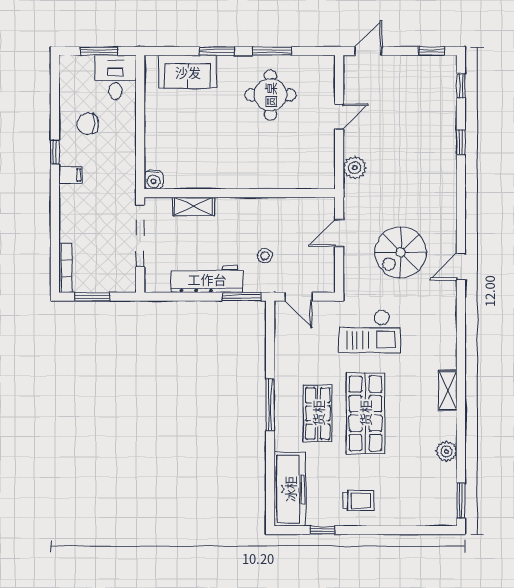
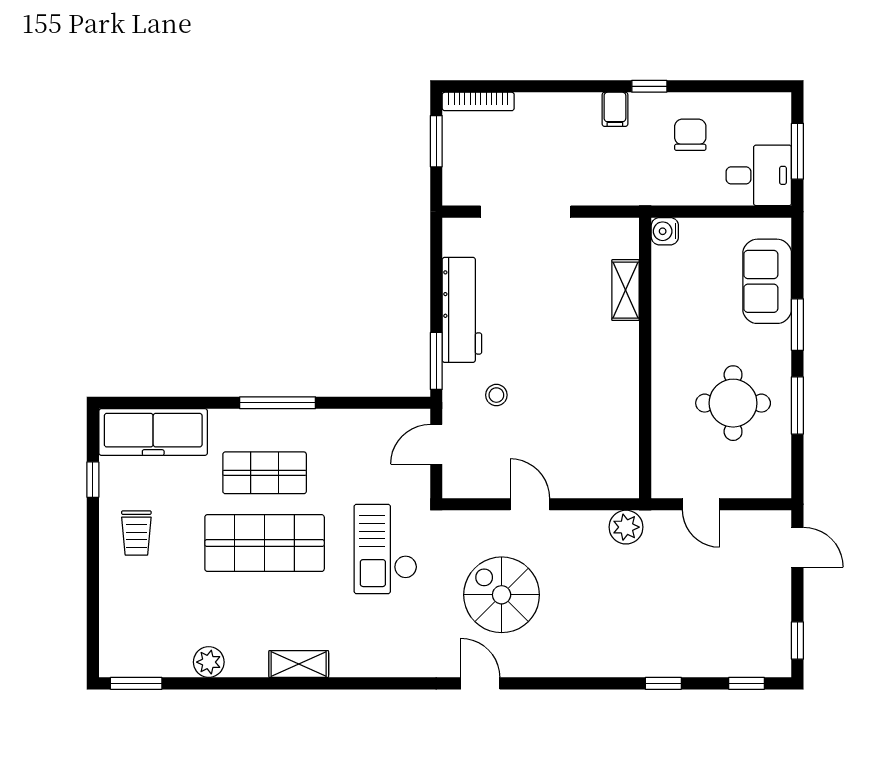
water cooler: (154, 180) -> (665, 231), moved
wall: (240, 193) -> (645, 358), moved
shelving: (194, 207) -> (626, 290), moved

